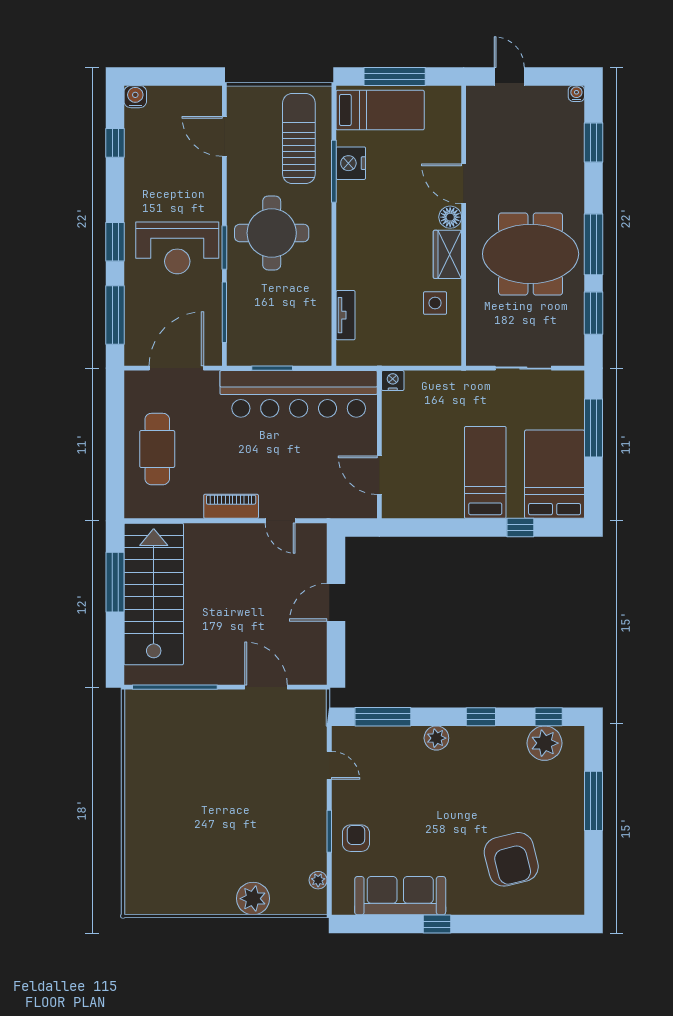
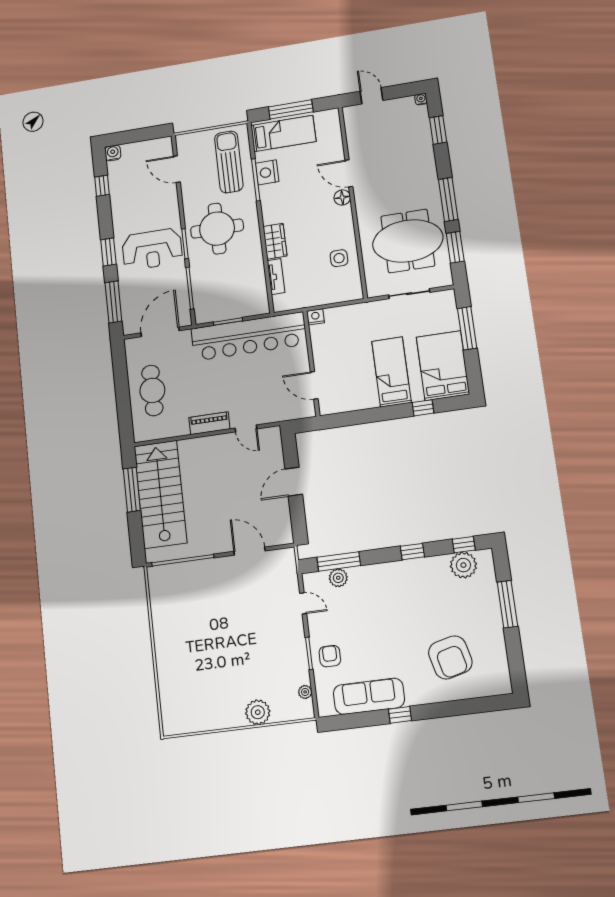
wardrobe: (447, 254) -> (275, 241), moved, turned 180
meeting table: (531, 254) -> (408, 241), moved
plant: (436, 738) -> (338, 578), moved

